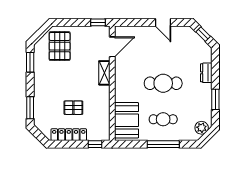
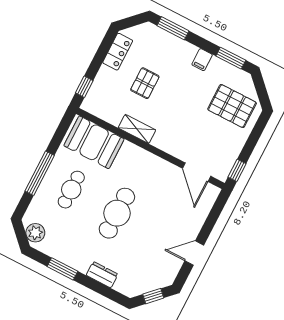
shelving: (104, 73) -> (137, 129), moved
filing cabinet: (40, 80) -> (202, 60), added
locker: (69, 135) -> (118, 52), width x0.66

